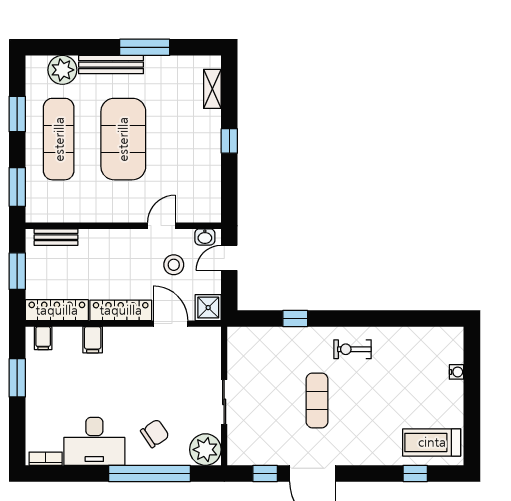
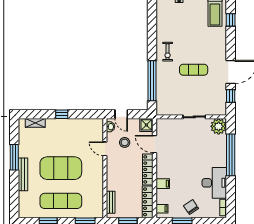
plant: (62, 70) -> (26, 199), removed
window: (295, 318) -> (152, 81), width x3.17
door: (171, 324) -> (155, 144), hinge flipped
chair: (155, 433) -> (191, 207), moved

